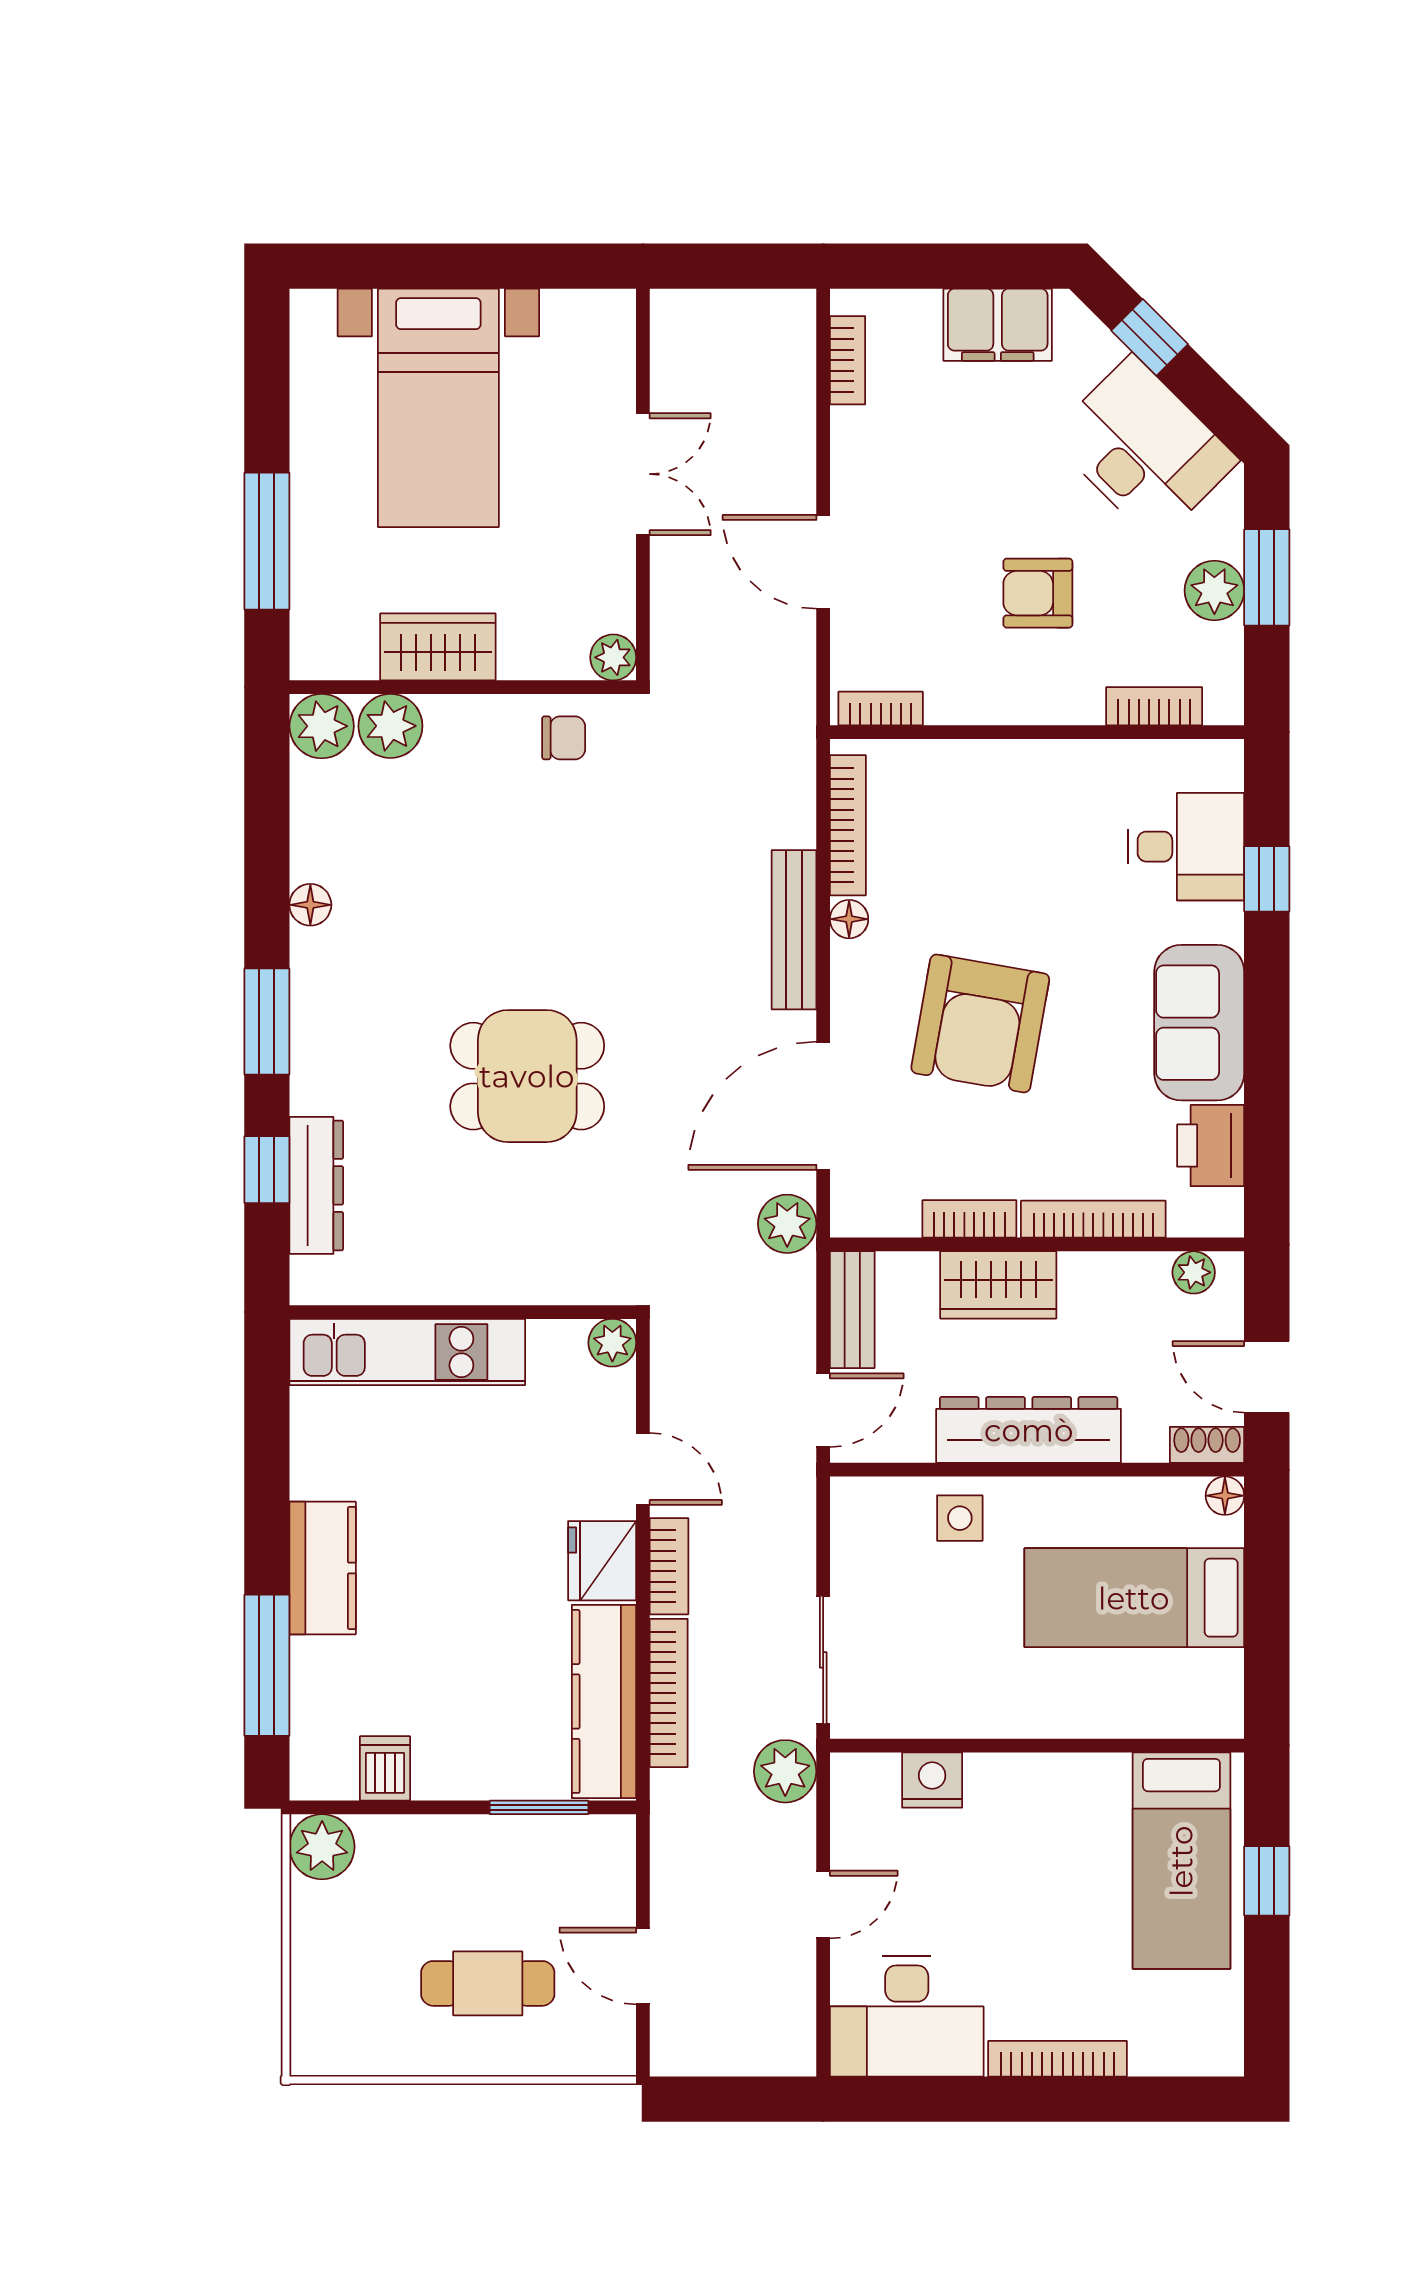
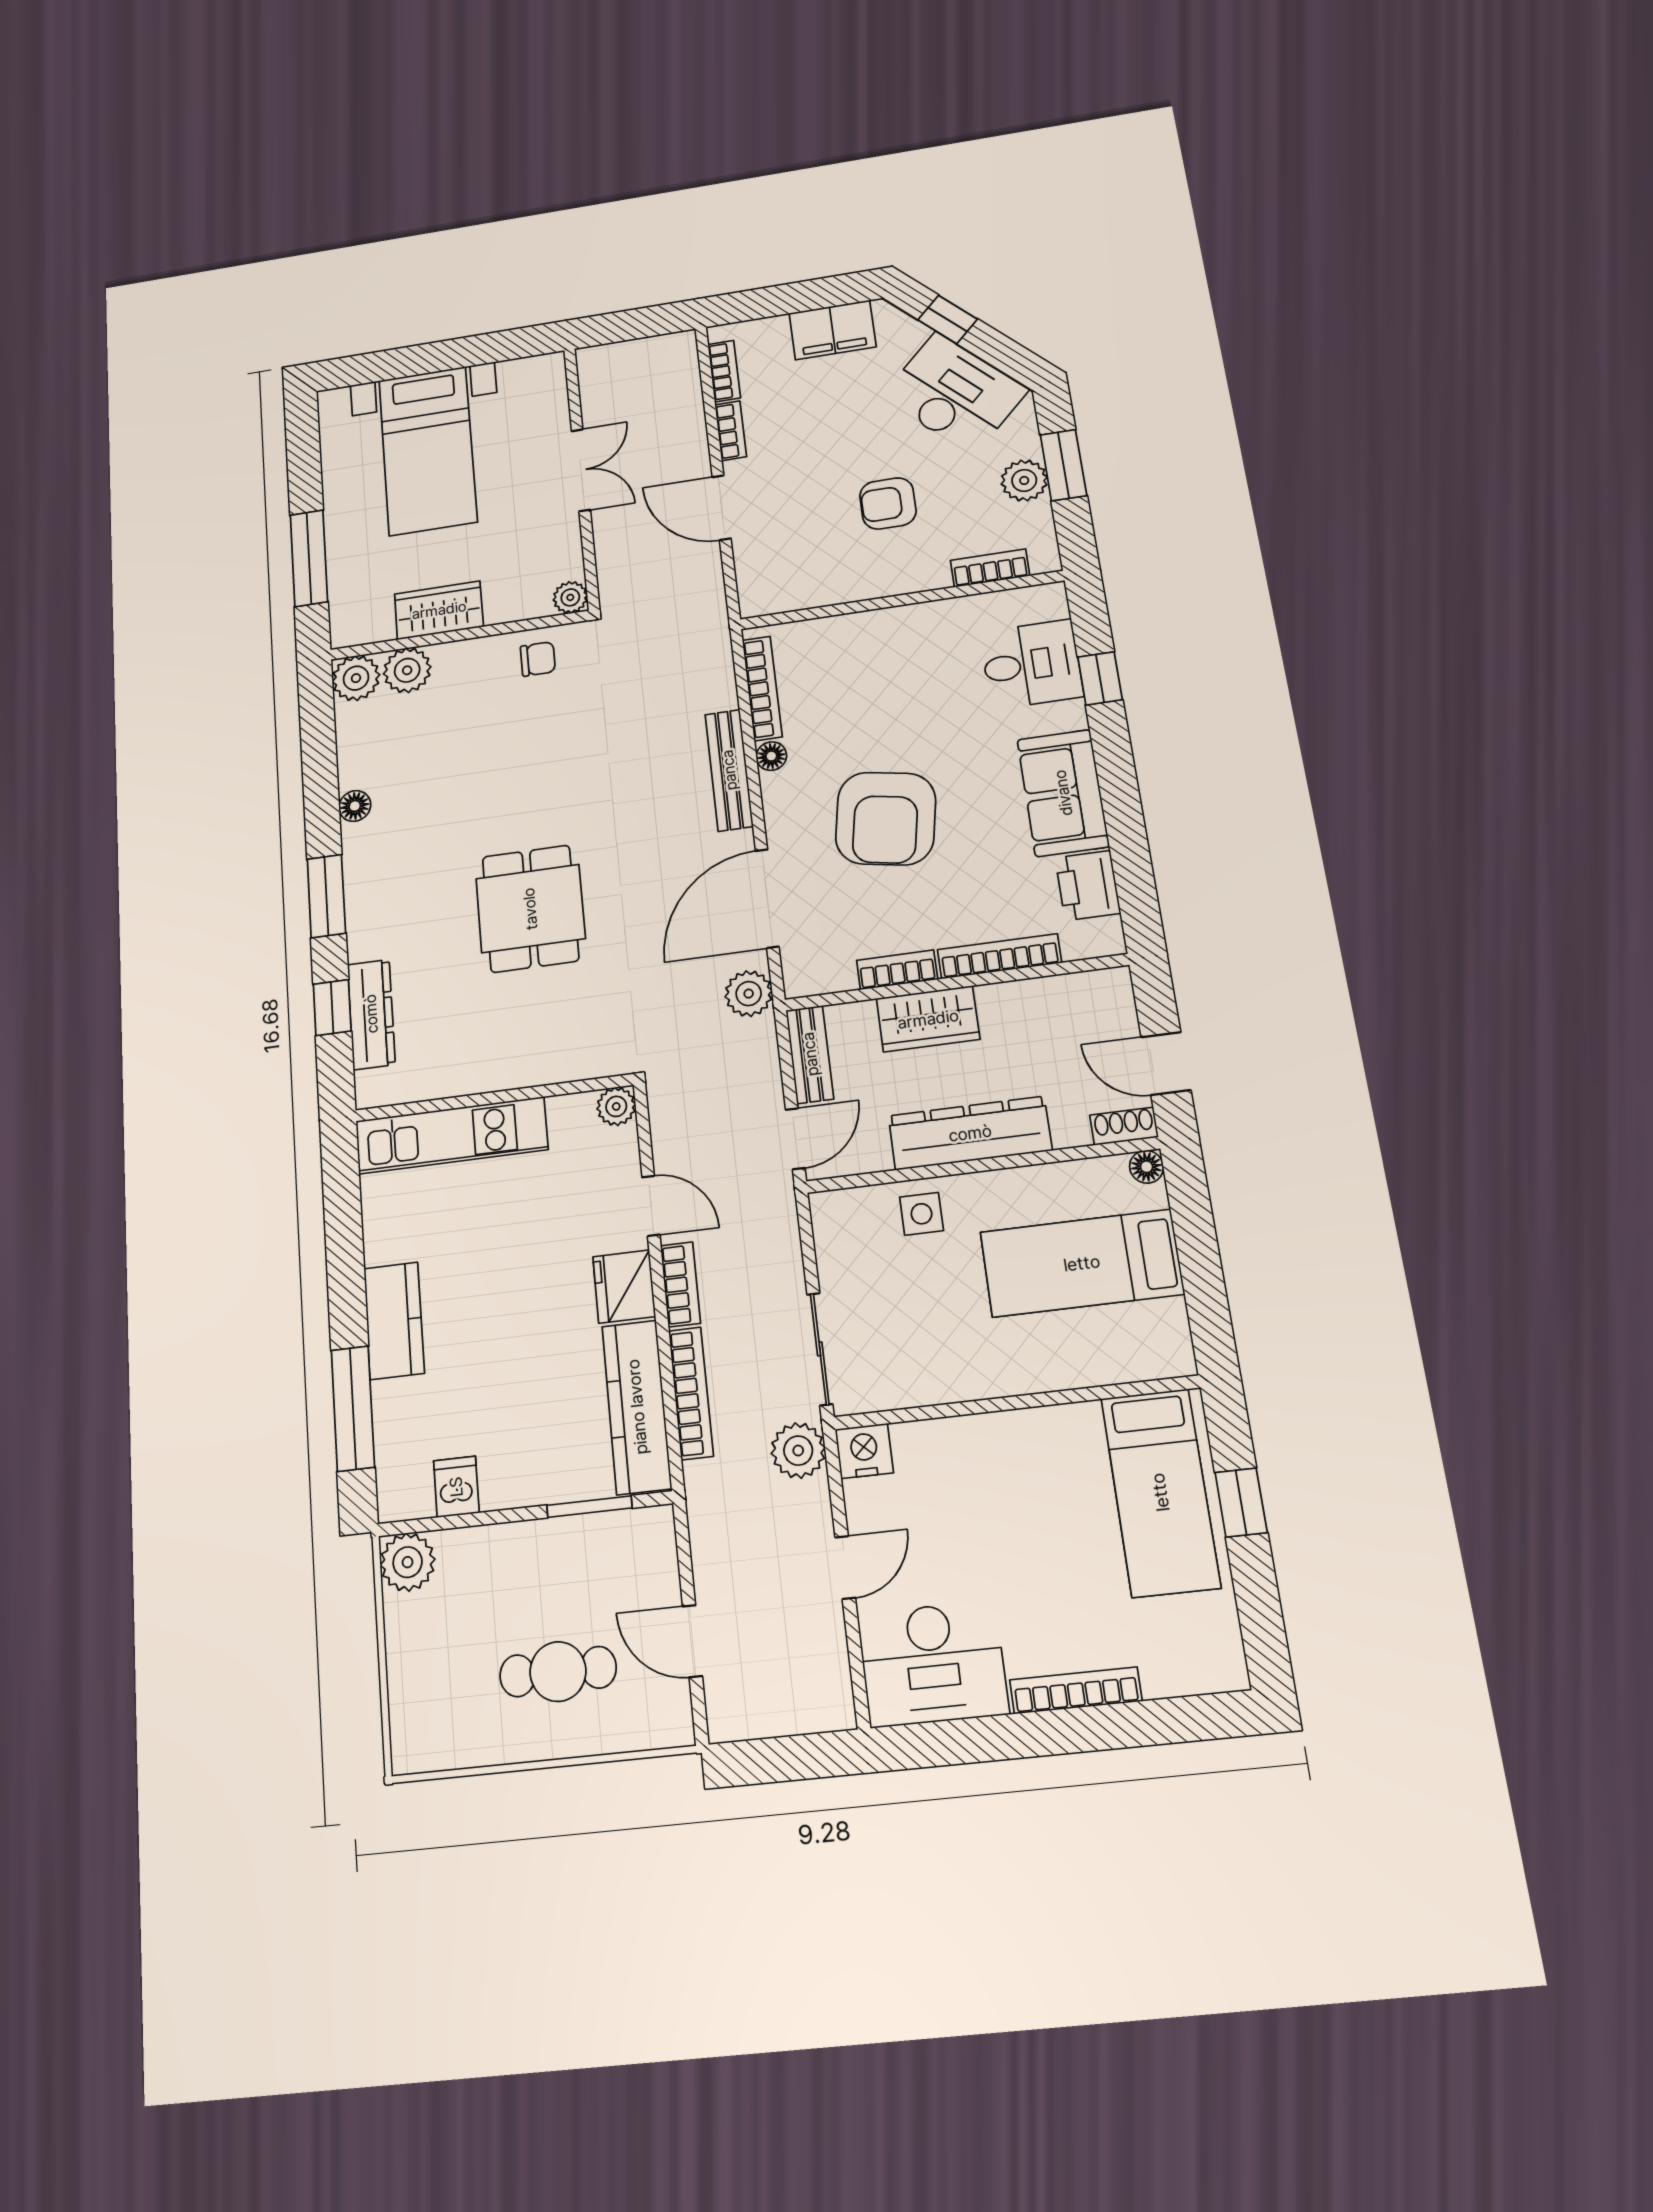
bookcase: (881, 709) -> (731, 431), moved, turned 90
dining table: (527, 1076) -> (530, 909), turned 90
plant: (1194, 1272) -> (1090, 987), removed
nightstand: (932, 1780) -> (864, 1451), moved

